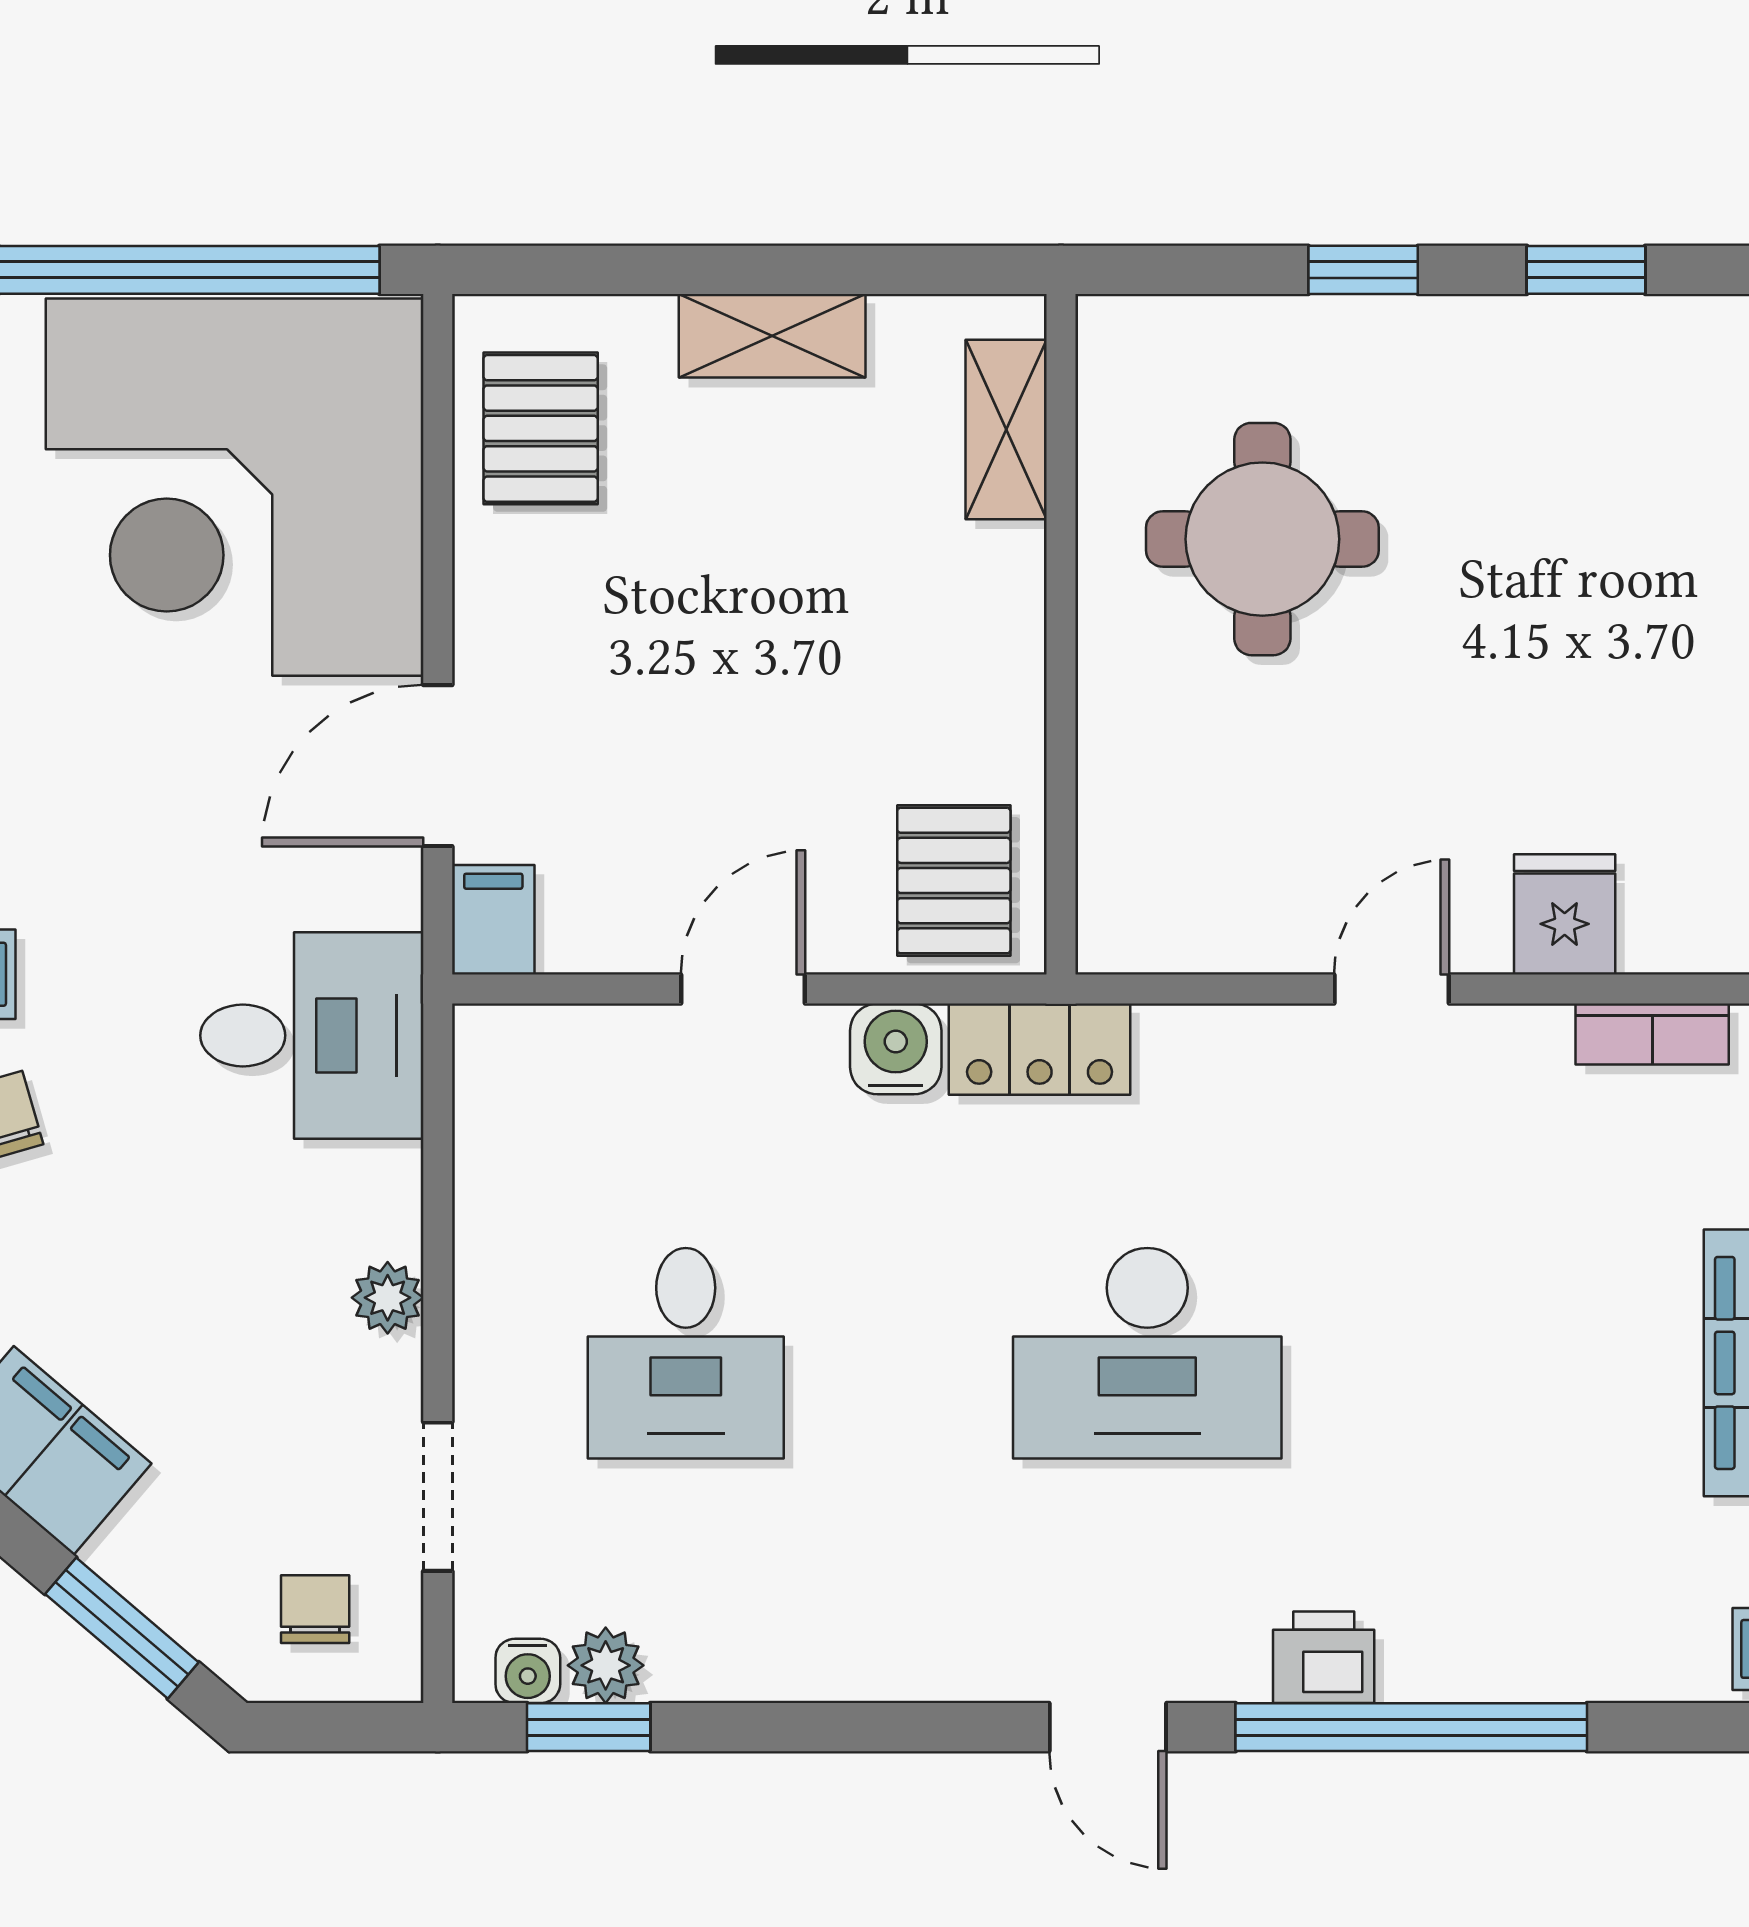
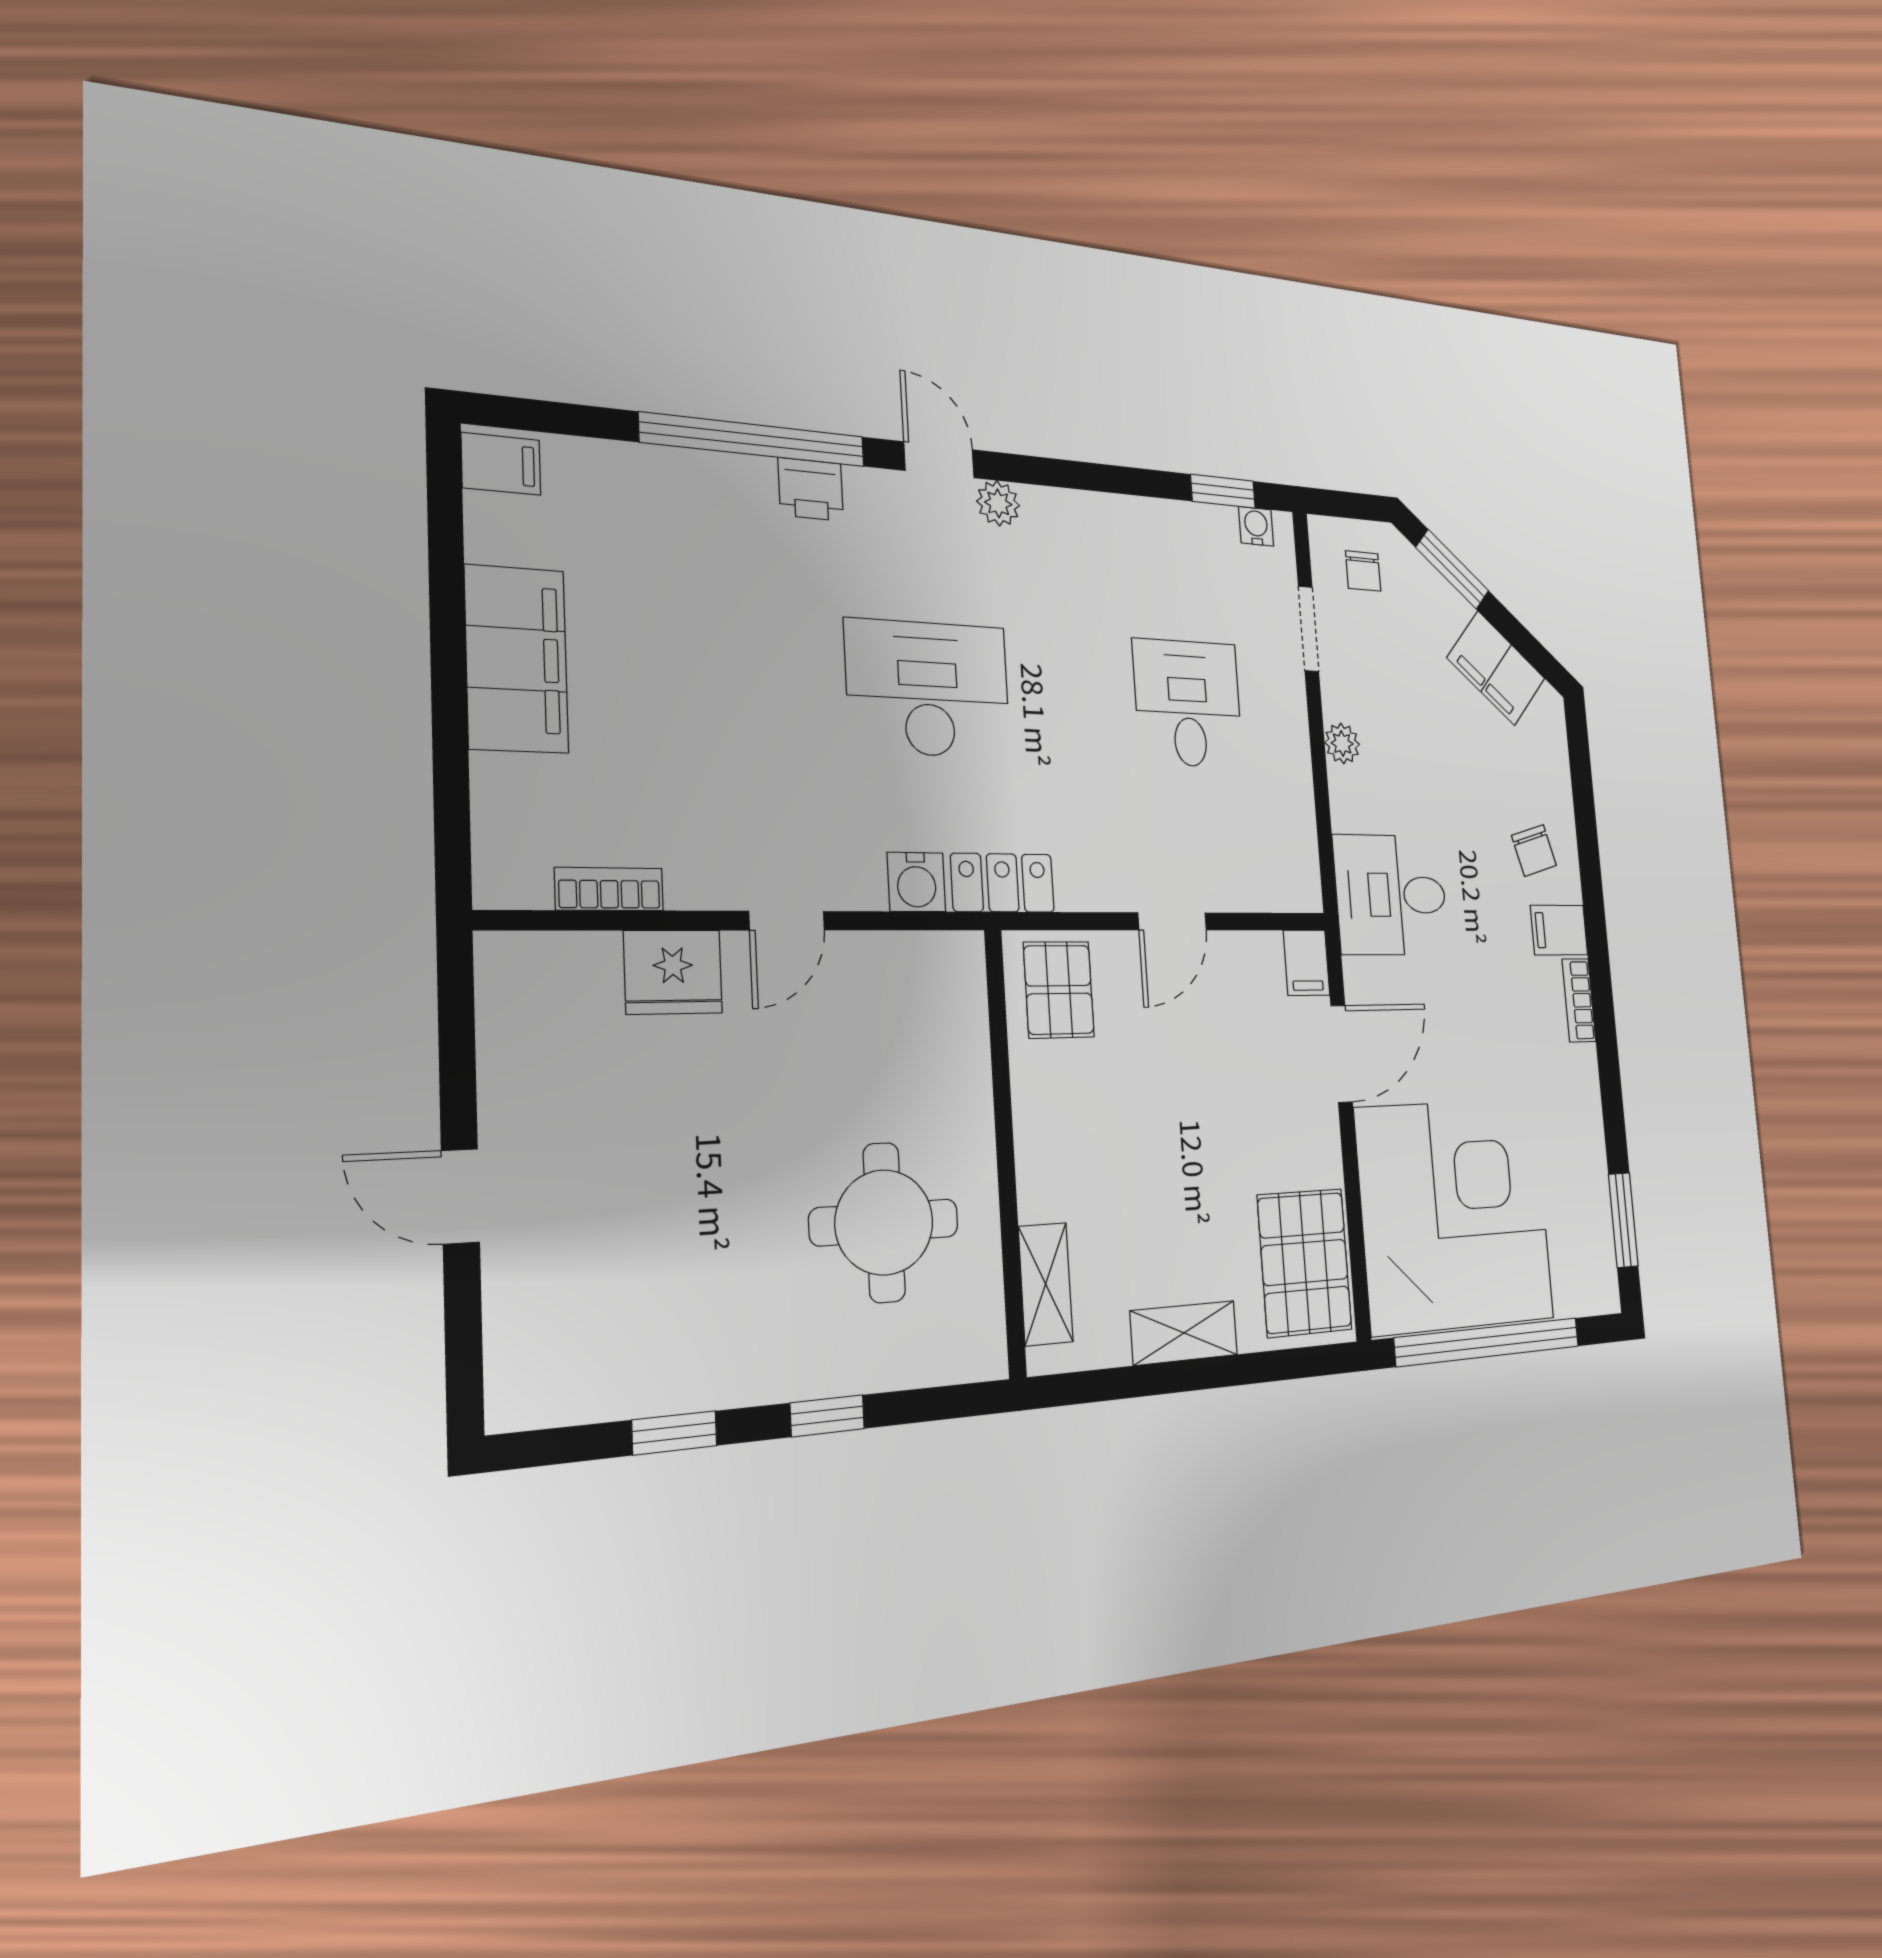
pallet: (541, 428) -> (1305, 1262), width x1.50, depth x1.42
fridge: (1565, 914) -> (673, 972), width x1.38
water cooler: (896, 1049) -> (916, 882), moved
plant: (606, 1665) -> (998, 503), moved

